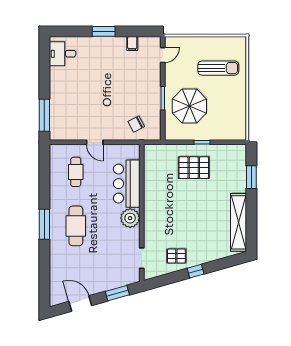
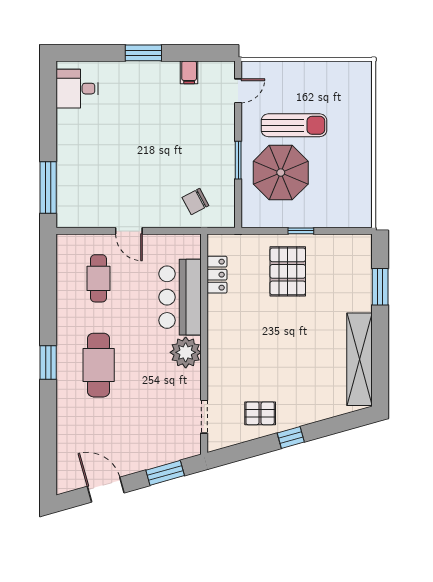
sun lounger: (218, 68) -> (294, 125), moved
pallet: (194, 168) -> (288, 271), turned 90
locker: (150, 170) -> (217, 275), added
window: (44, 224) -> (48, 362), width x0.69

